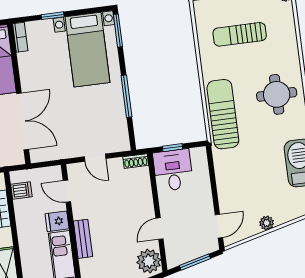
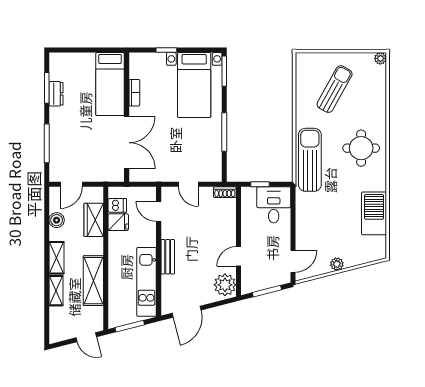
sun lounger: (240, 34) -> (335, 89), turned 119
bookcase: (20, 37) -> (134, 93), moved
desk: (173, 170) -> (274, 205), moved
fridge: (57, 221) -> (118, 222), moved, turned 180

